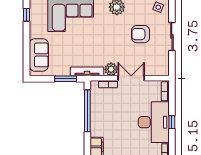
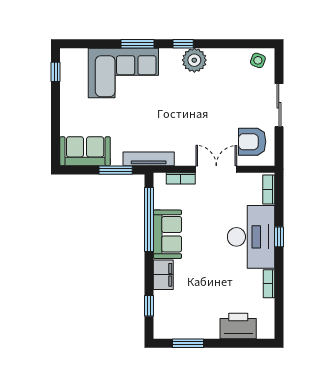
armchair: (141, 34) -> (252, 142), moved
sofa: (39, 55) -> (85, 151), moved, turned -90
plant: (111, 69) -> (185, 156), removed
sofa: (99, 120) -> (167, 234), added

